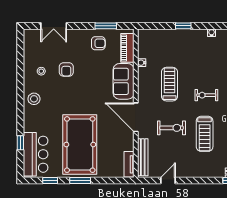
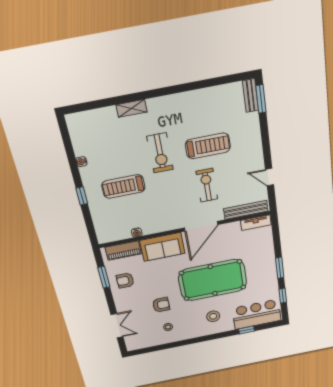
armchair: (98, 43) -> (125, 280), turned -90
treadmill: (170, 84) -> (123, 186), moved
exercise bike: (206, 95) -> (160, 153), width x1.38, depth x1.39
stool: (34, 99) -> (213, 316), moved
pool table: (80, 145) -> (213, 280), moved

